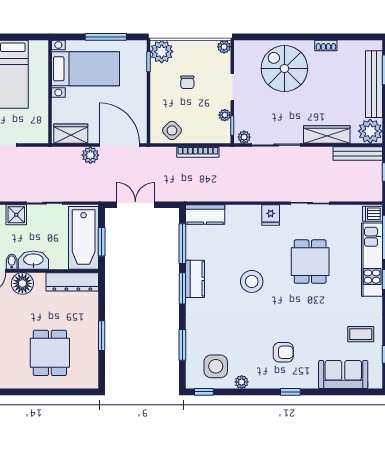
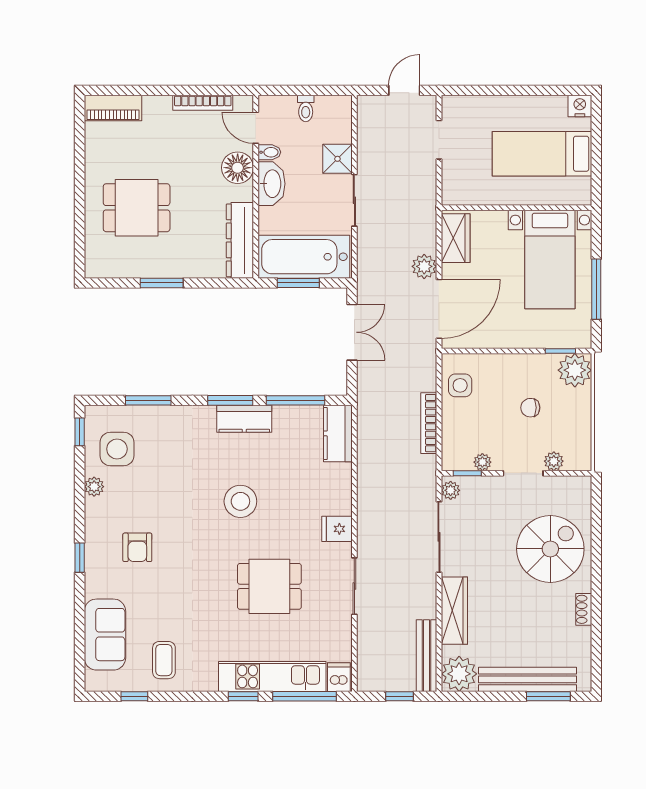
plant: (224, 47) -> (554, 461), moved
side table: (172, 130) -> (460, 385), turned 45

